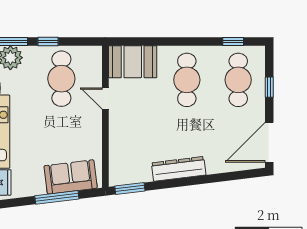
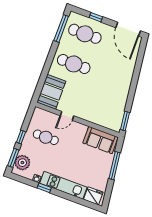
window: (233, 41) -> (61, 28), width x2.17
cafe table: (61, 79) -> (46, 137), width x0.73, depth x0.74
dresser: (179, 169) -> (124, 88), removed
sofa: (71, 177) -> (100, 140), moved, turned -83

